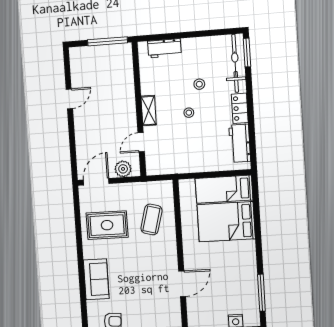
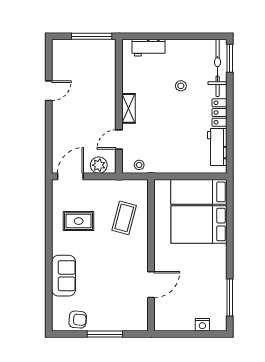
stool: (189, 113) -> (139, 165), moved
rug: (107, 225) -> (79, 221), width x0.73, depth x0.70

